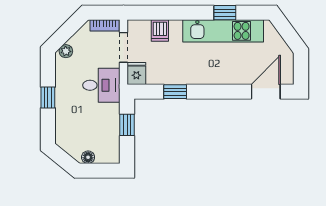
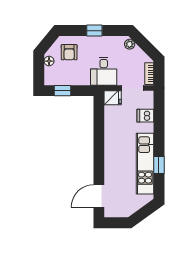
window: (175, 92) -> (99, 127), removed
door: (266, 92) -> (99, 196), swing flipped
window: (127, 125) -> (62, 91), moved
armchair: (76, 131) -> (69, 52), added

